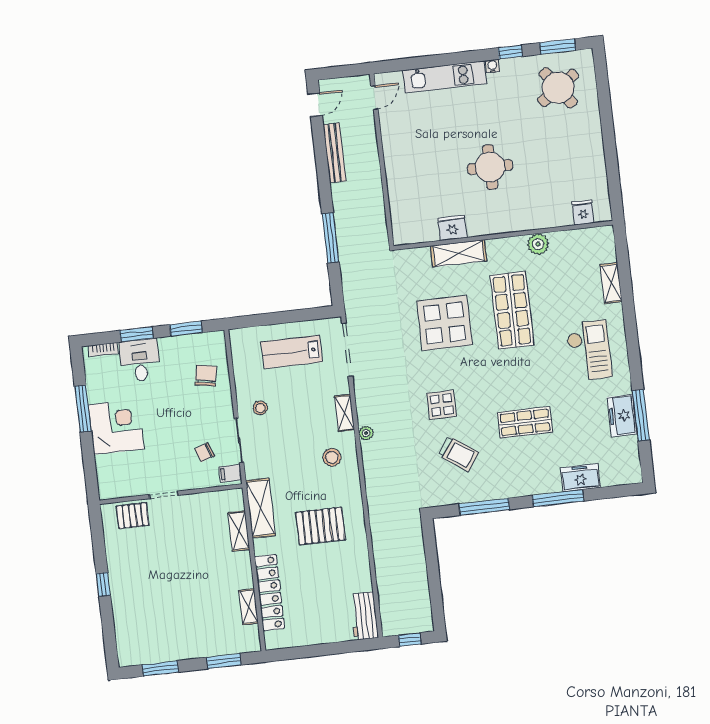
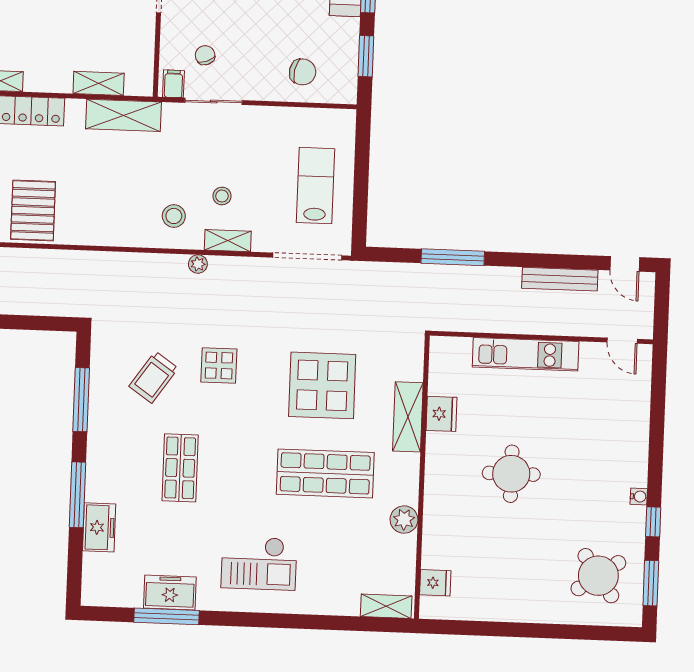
kitchen unit: (444, 77) -> (526, 354), moved, turned -90
shelving: (611, 283) -> (386, 606), moved
stool: (260, 408) -> (222, 196), moved
pallet: (320, 526) -> (33, 210), moved

